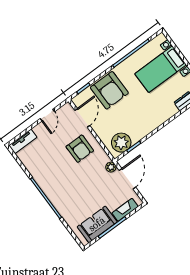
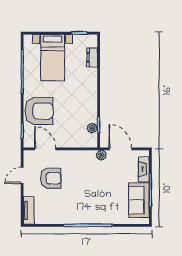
door: (47, 115) -> (22, 175), swing flipped
plant: (121, 143) -> (92, 128), width x0.53, depth x0.53
armchair: (80, 149) -> (51, 178), moved

